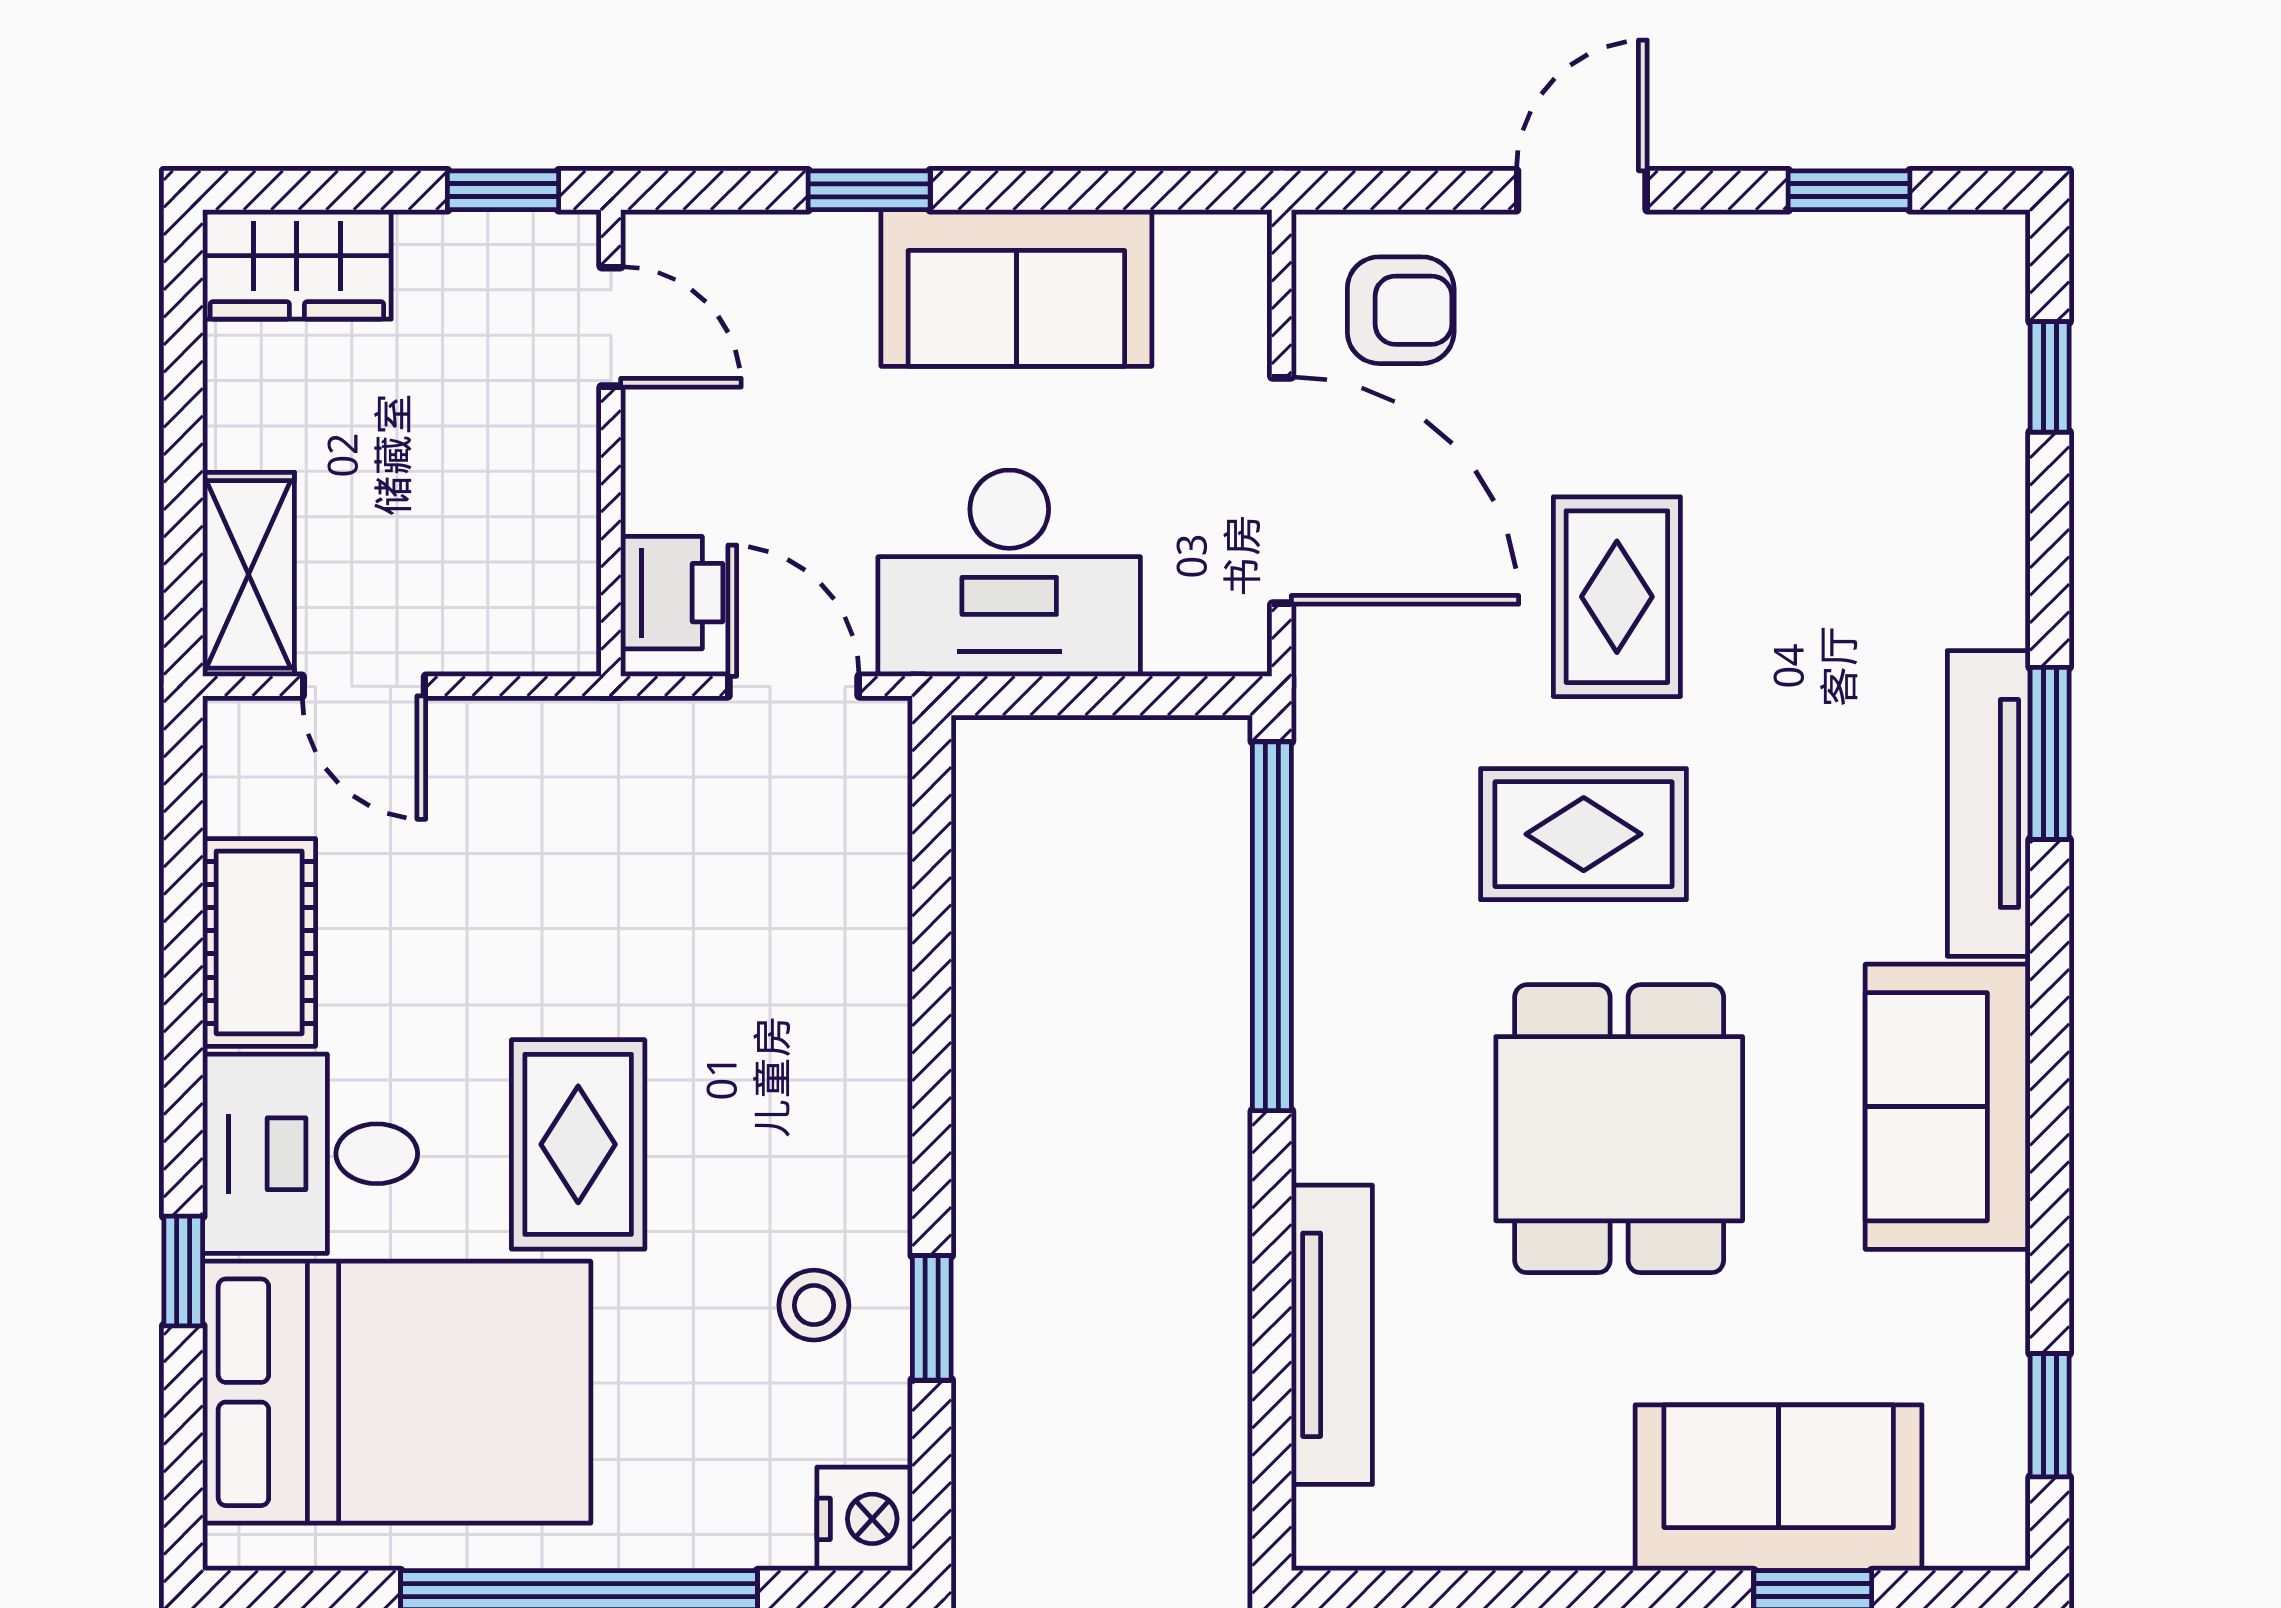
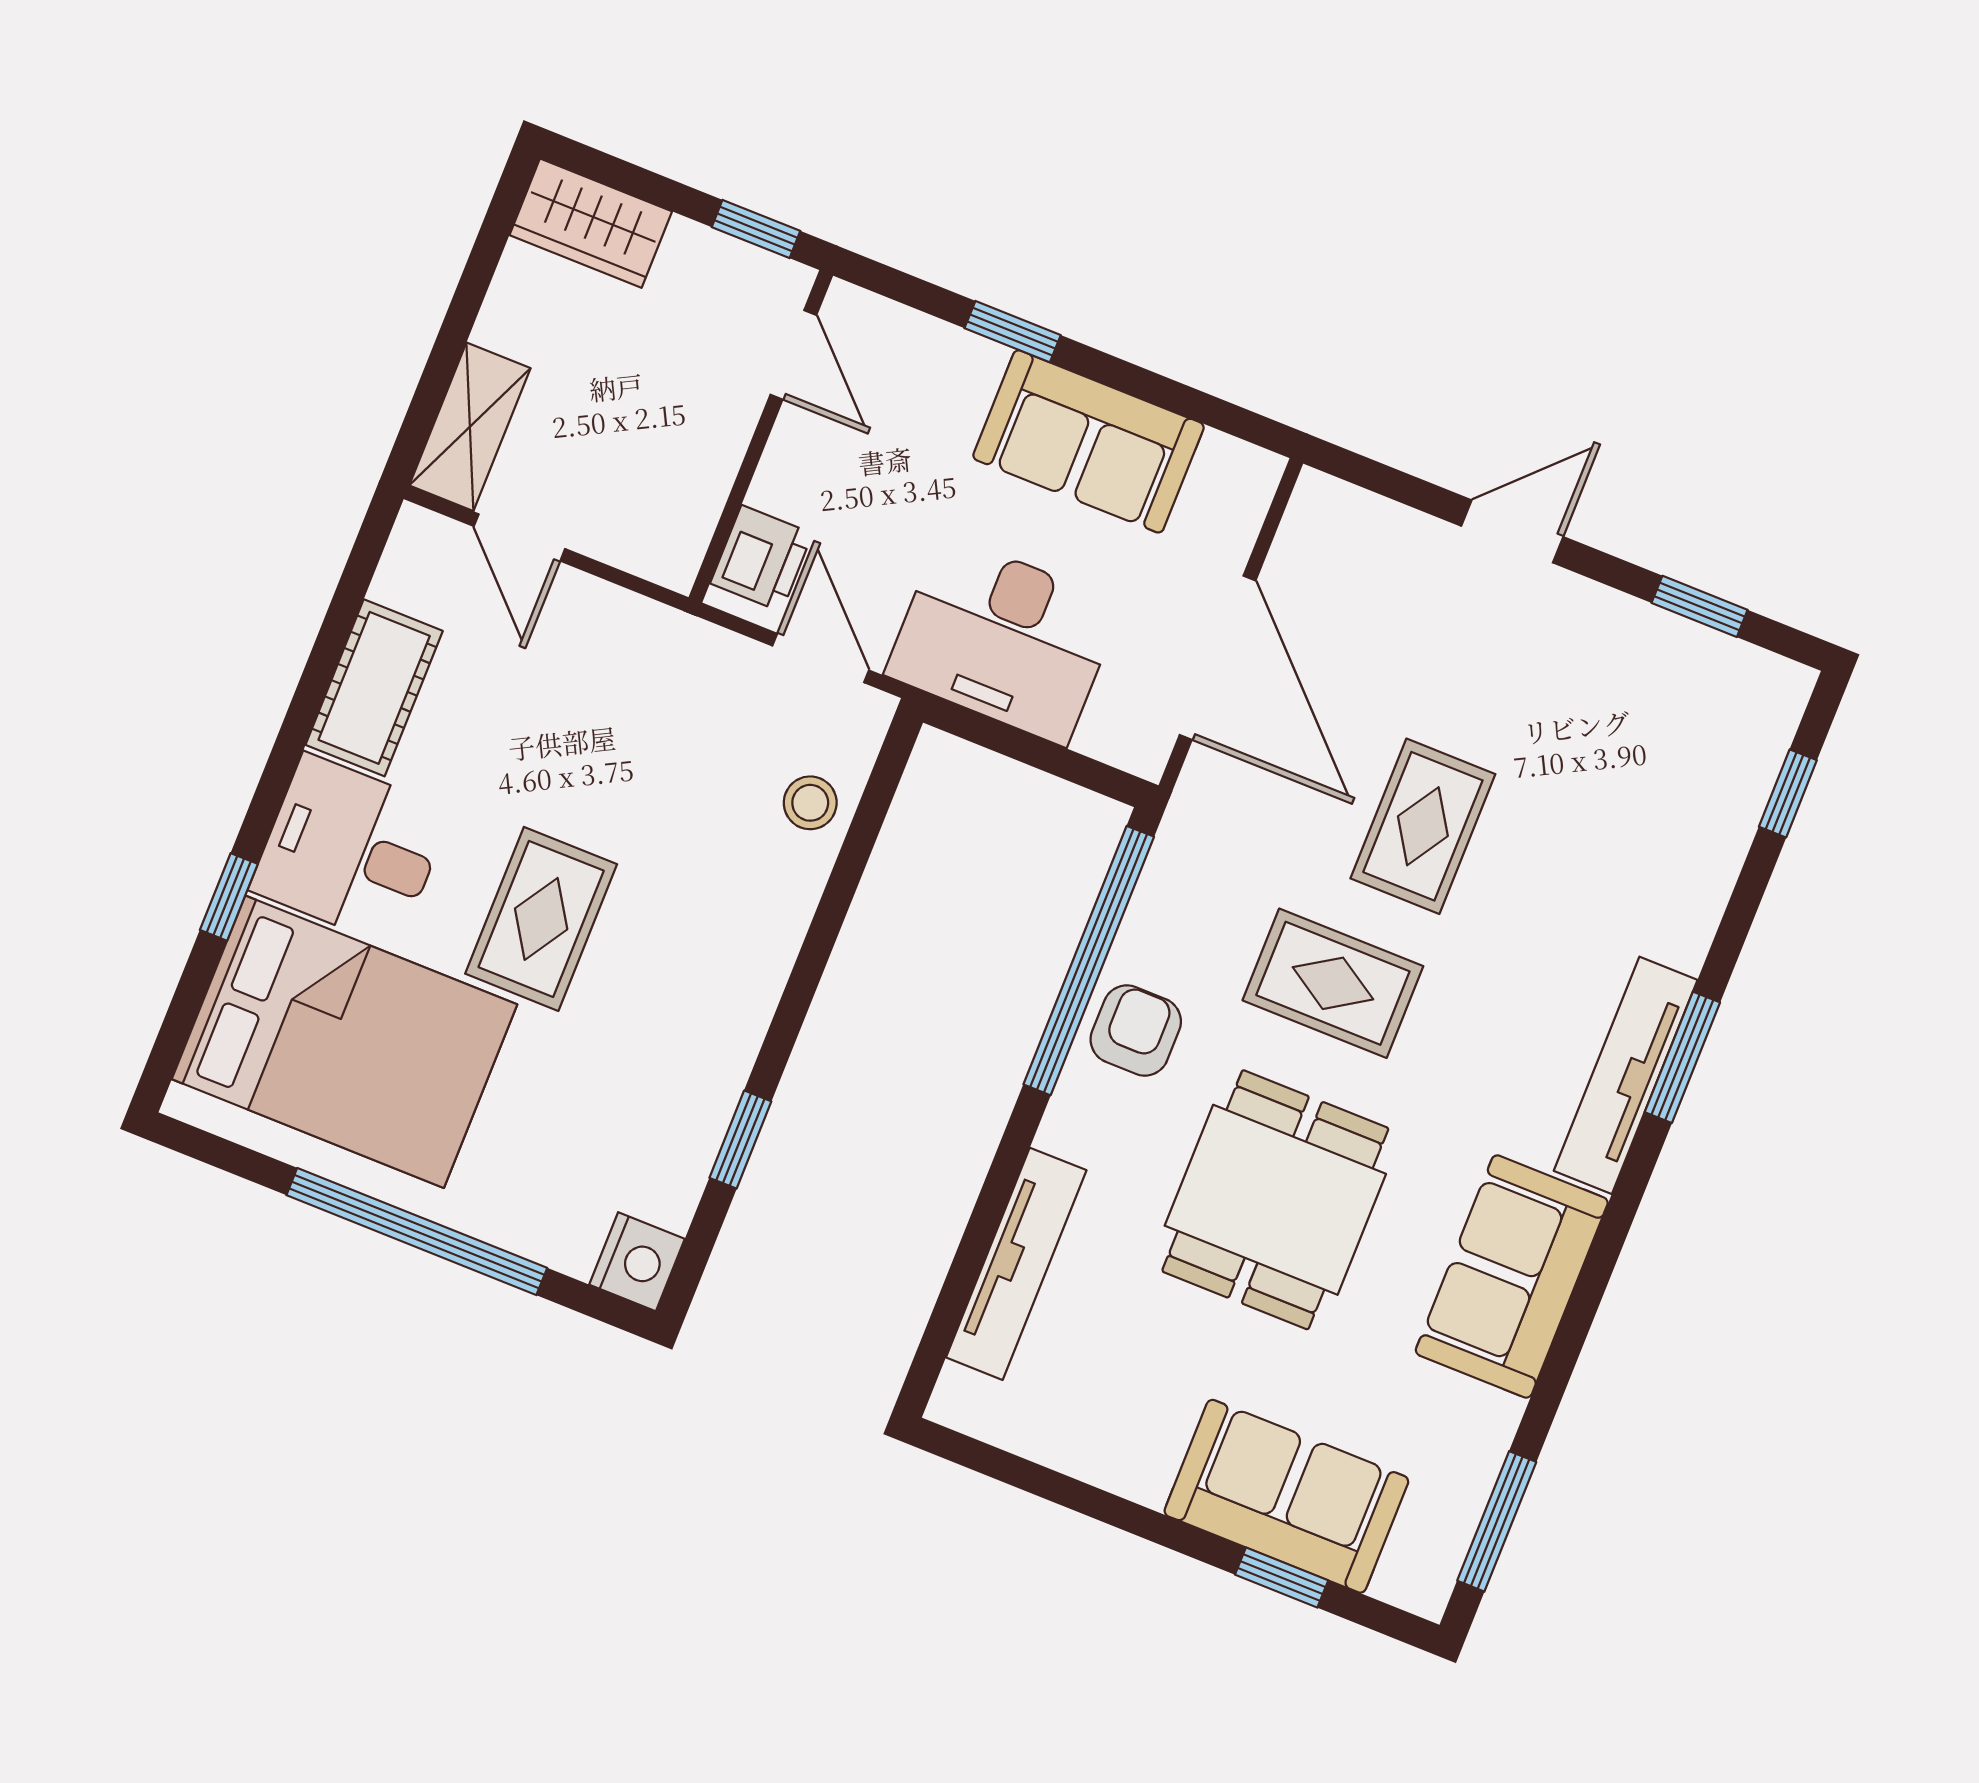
armchair: (1401, 310) -> (1136, 1030), moved, turned -90
stool: (814, 1305) -> (810, 803), moved
window: (2050, 1415) -> (1497, 1521), width x1.50

